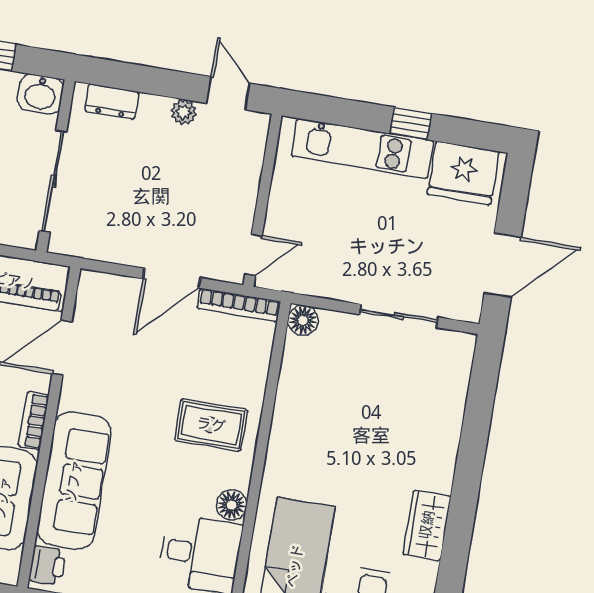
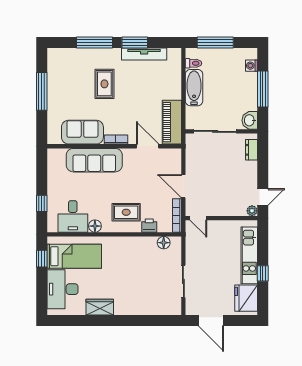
plant: (184, 112) -> (252, 211), moved
floor lamp: (303, 320) -> (164, 243), moved
rug: (211, 425) -> (126, 212), turned 90
printer: (47, 565) -> (149, 226), moved, turned 180

